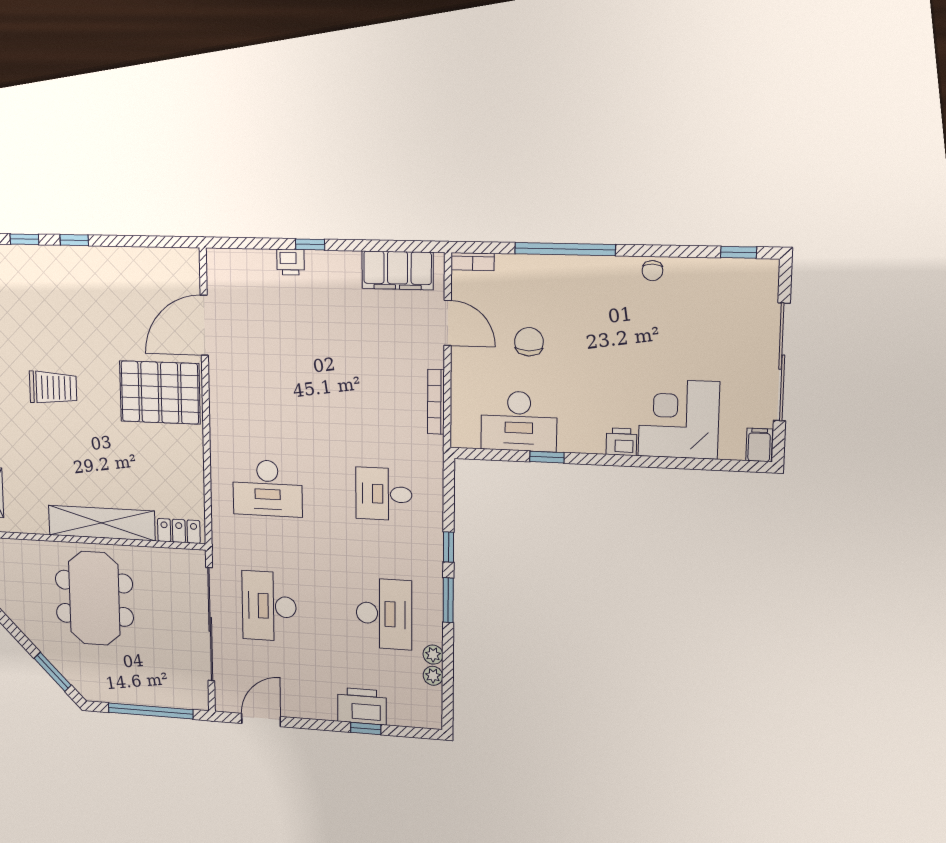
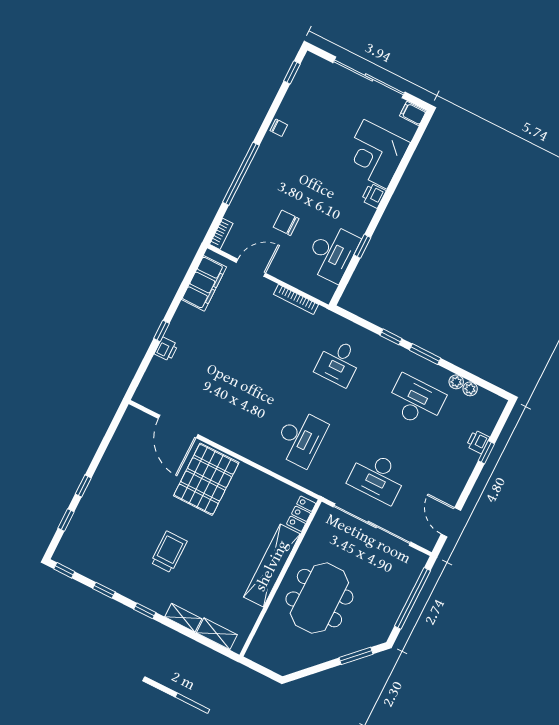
meeting table: (94, 598) -> (319, 598), turned 90
printer: (362, 706) -> (478, 442), width x0.53, depth x0.68

